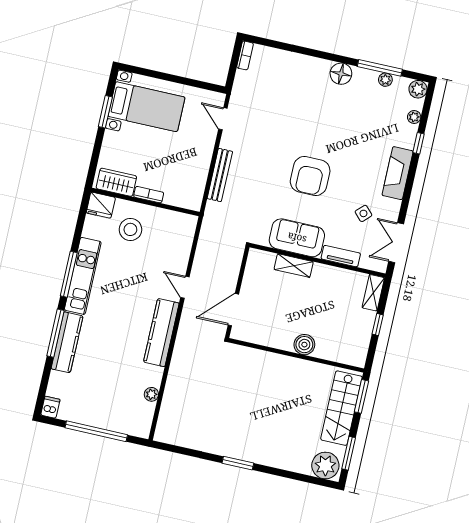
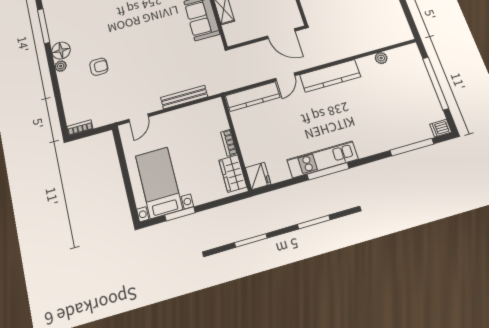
plant: (385, 80) -> (61, 66), moved
armchair: (310, 176) -> (99, 67), moved, width x0.53, depth x0.53
stool: (130, 229) -> (264, 142), removed
window: (55, 333) -> (412, 147), moved
kitchen counter: (67, 342) -> (253, 96), moved, turned 180

